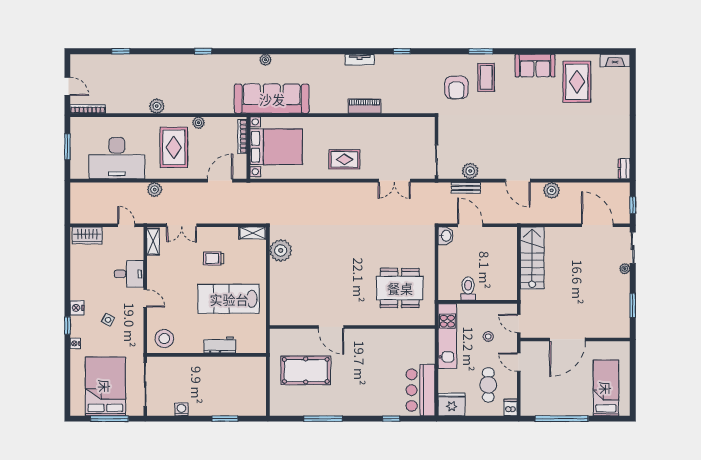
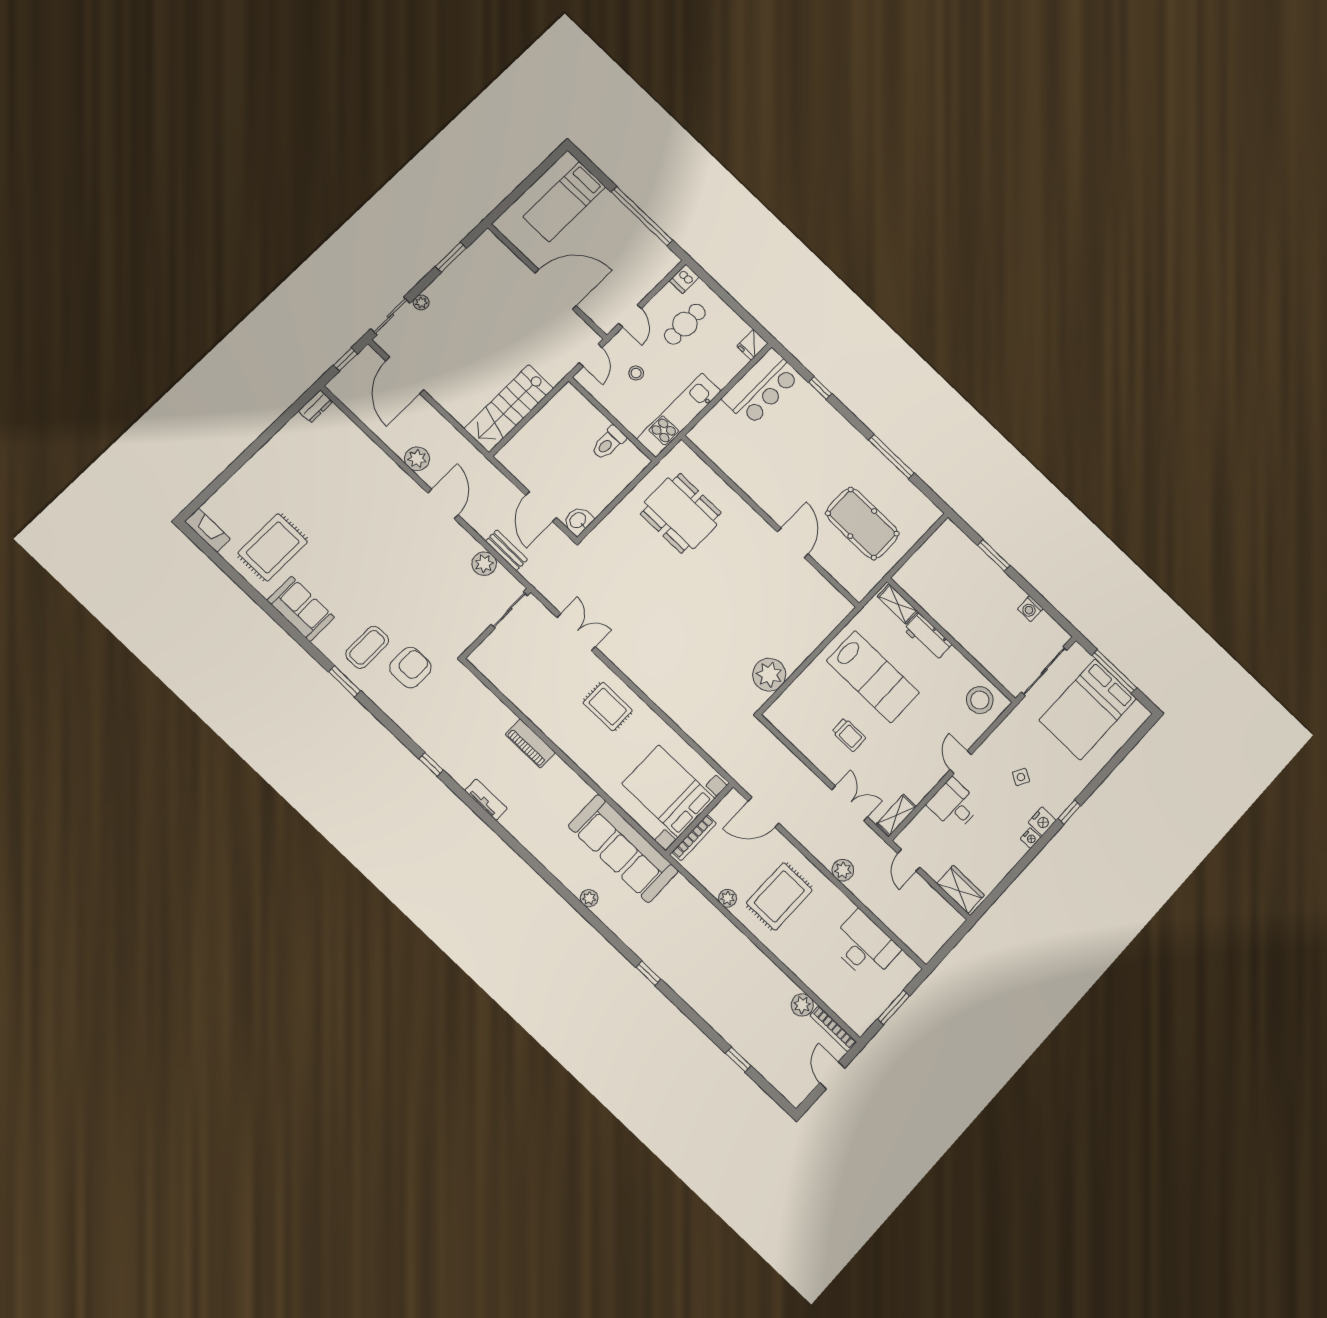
plant: (157, 106) -> (802, 1005), moved
desk: (117, 158) -> (864, 946), width x0.73, depth x0.77
shelving: (253, 233) -> (898, 604), moved
nightstand: (75, 343) -> (1031, 838), moved
fridge: (452, 405) -> (752, 345), width x0.53, depth x0.75

